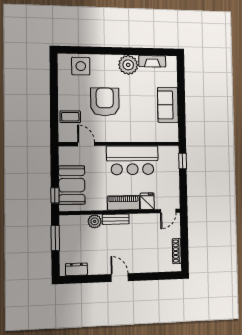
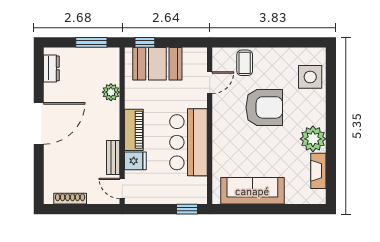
sofa: (168, 105) -> (252, 191), width x1.36
bench: (116, 219) -> (113, 158), moved
door: (120, 278) -> (39, 123), width x1.88

